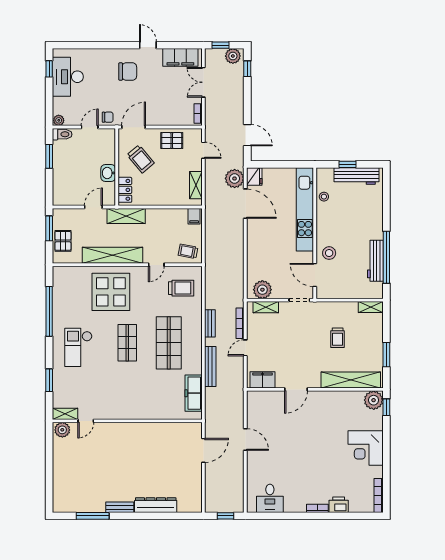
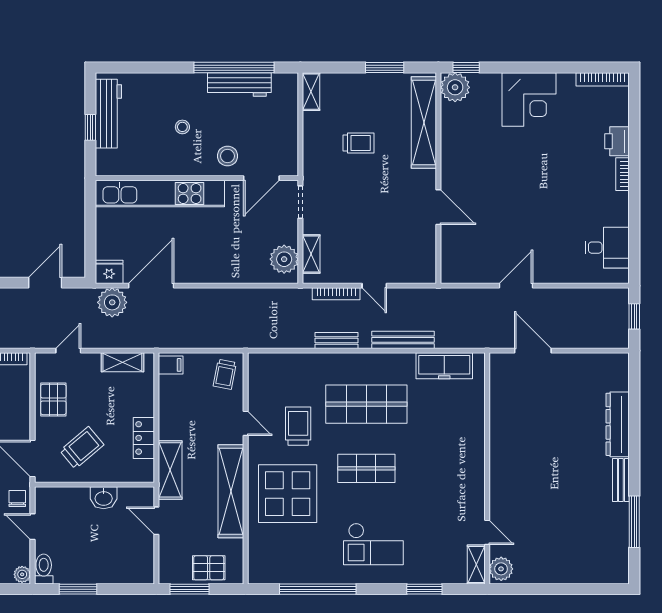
locker: (125, 190) -> (144, 438), moved, turned -90
stool: (324, 197) -> (182, 127), moved
trolley: (181, 288) -> (298, 426), moved
filing cabinet: (262, 380) -> (424, 259), removed

